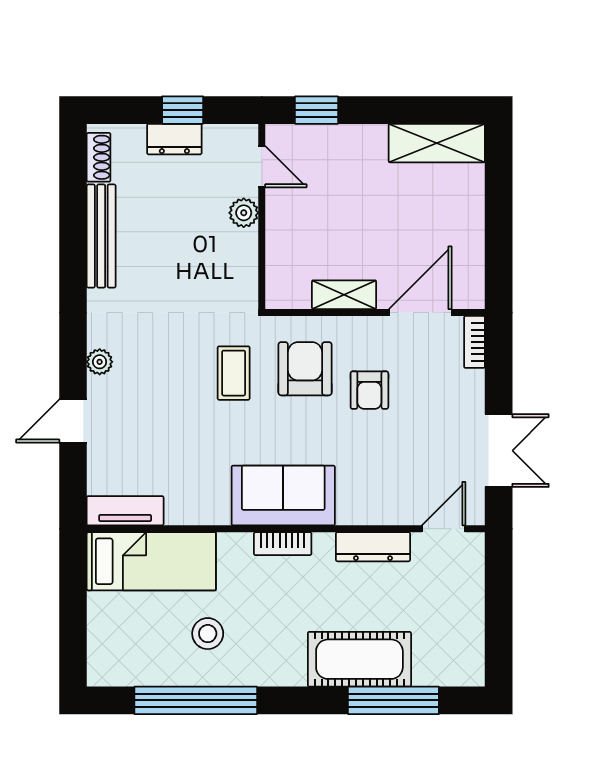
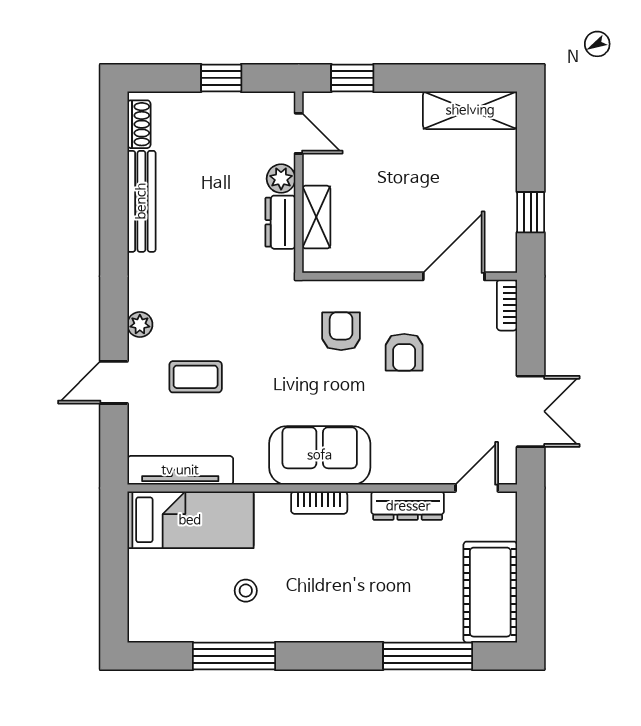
dresser: (174, 139) -> (280, 222), moved, turned 90
window: (499, 247) -> (531, 212), added
shelving: (344, 295) -> (316, 217), moved, turned 90
armchair: (305, 369) -> (341, 331), width x0.72, depth x0.72
coffee table: (234, 373) -> (196, 377), moved, turned 90
tv unit: (125, 511) -> (180, 470), width x1.41
stool: (208, 634) -> (246, 591), width x0.73, depth x0.73
cot: (359, 659) -> (490, 592), moved, turned 90
window: (196, 700) -> (234, 656), width x0.68

